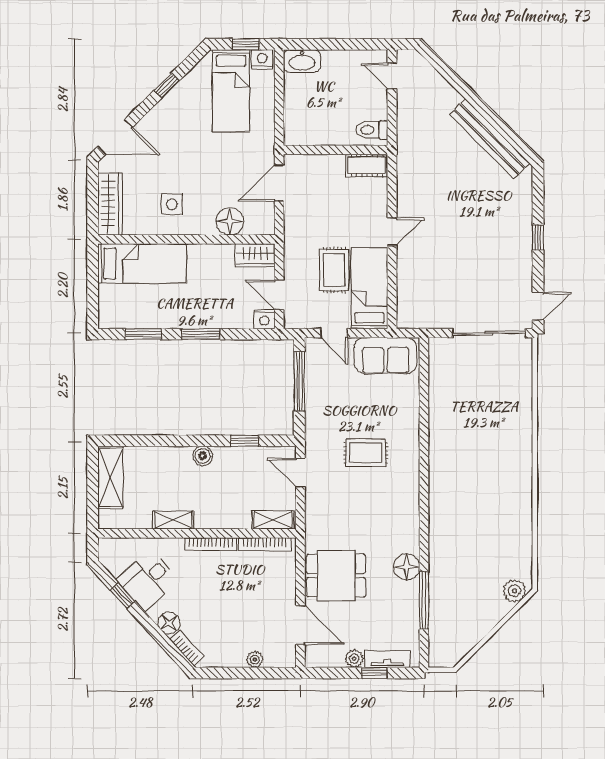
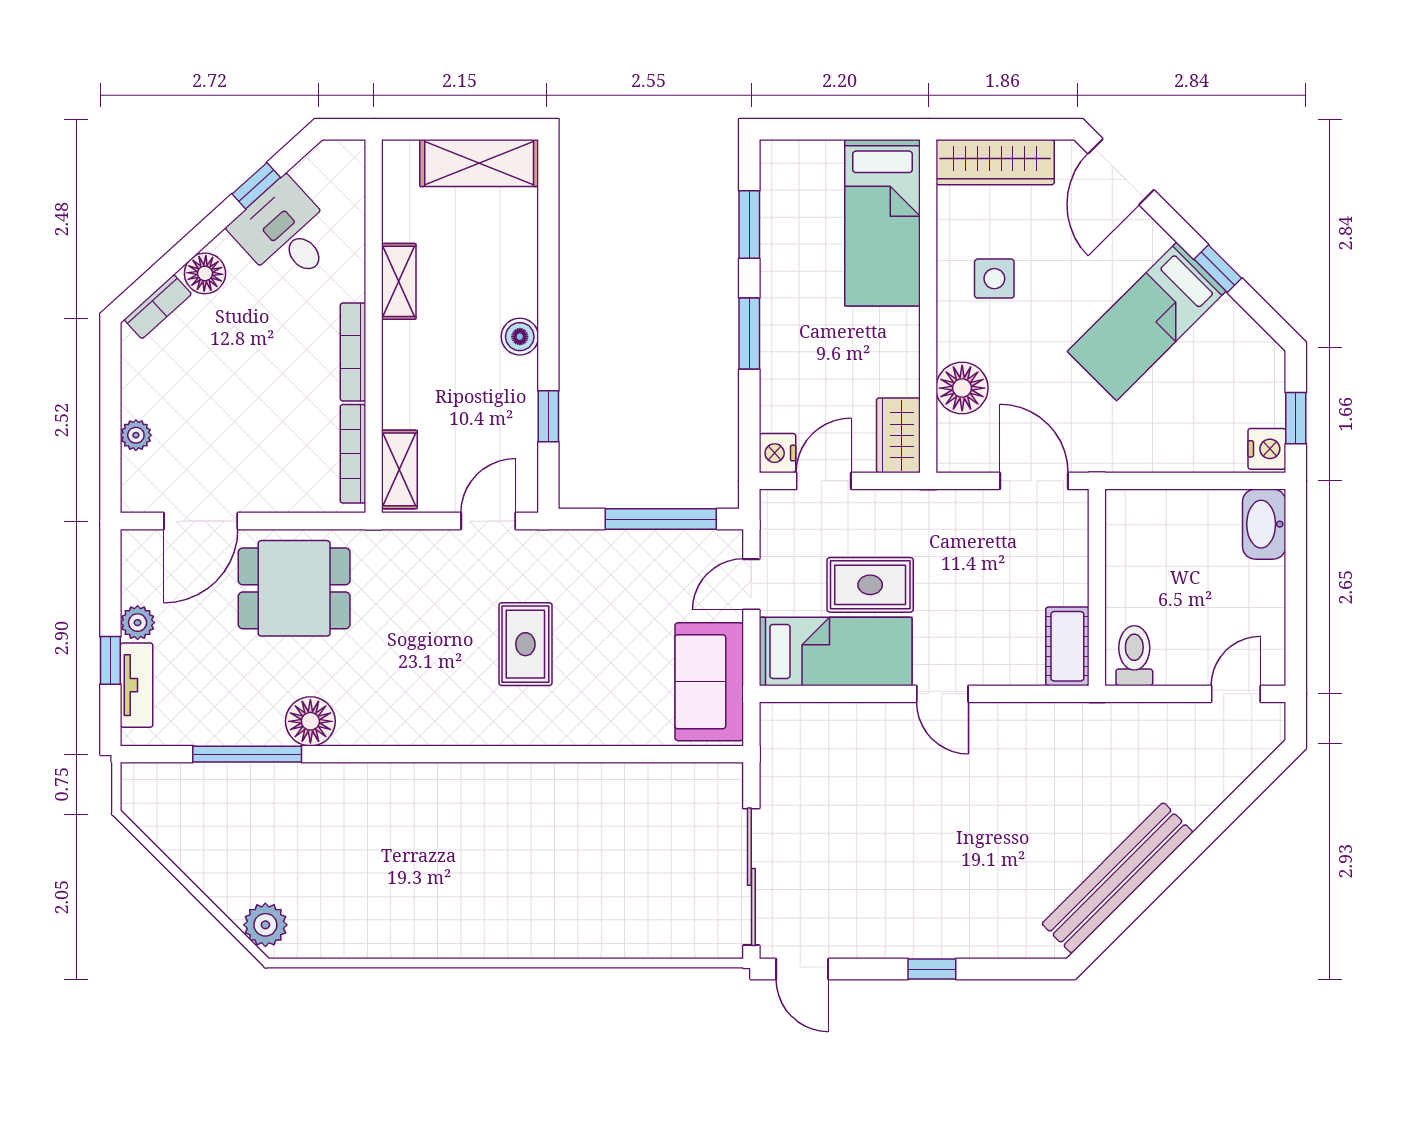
bed: (231, 91) -> (1147, 321), moved, turned -45
dining table: (336, 576) -> (294, 588), turned 90

